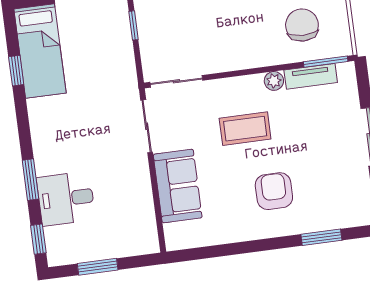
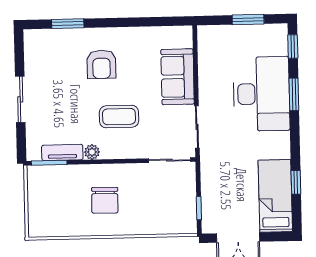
chair: (302, 25) -> (105, 200), moved
desk: (66, 199) -> (261, 94), width x1.87, depth x1.30

